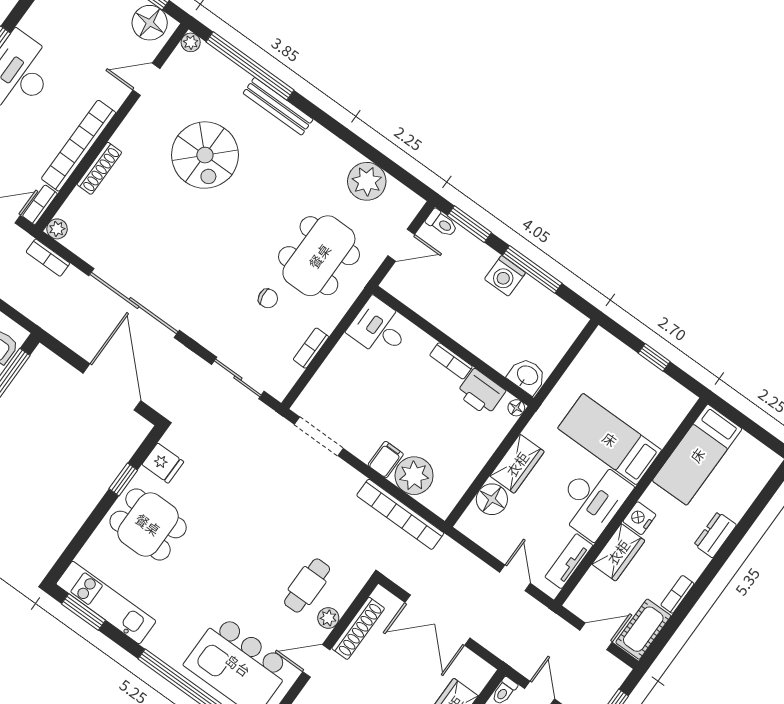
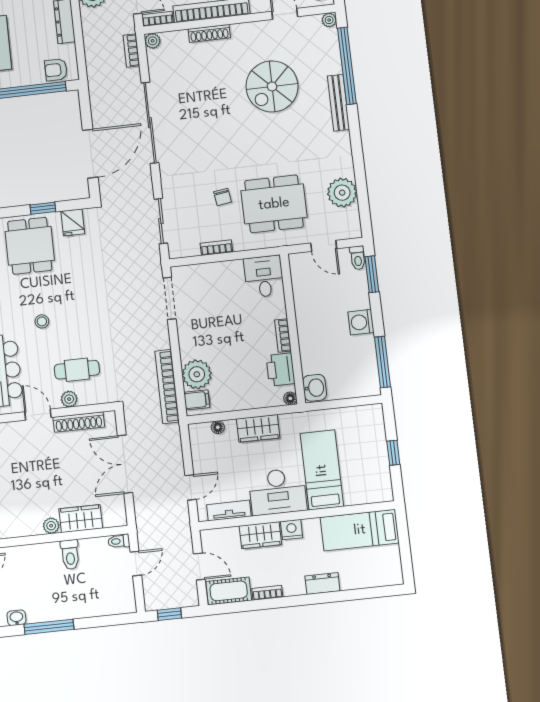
window: (532, 269) -> (382, 362), moved
filing cabinet: (386, 460) -> (197, 400), moved
floor lamp: (492, 499) -> (218, 427), width x0.53, depth x0.53
stool: (231, 578) -> (42, 321), added

